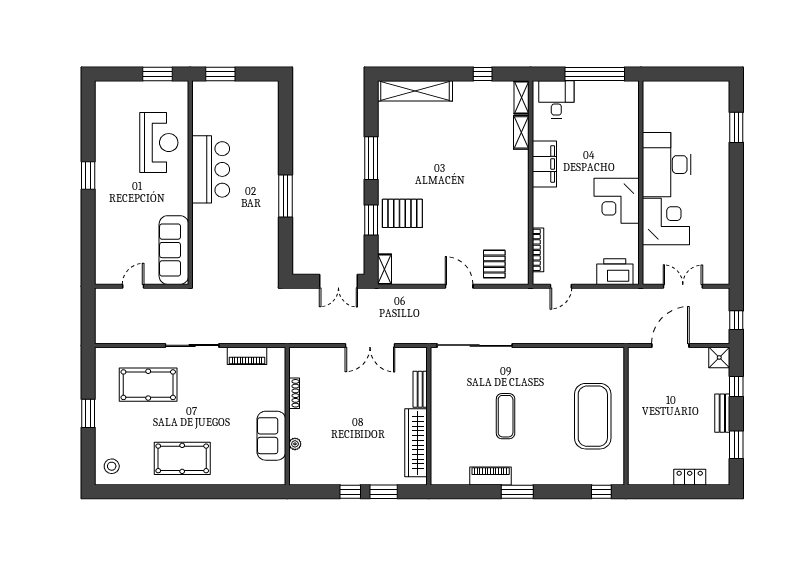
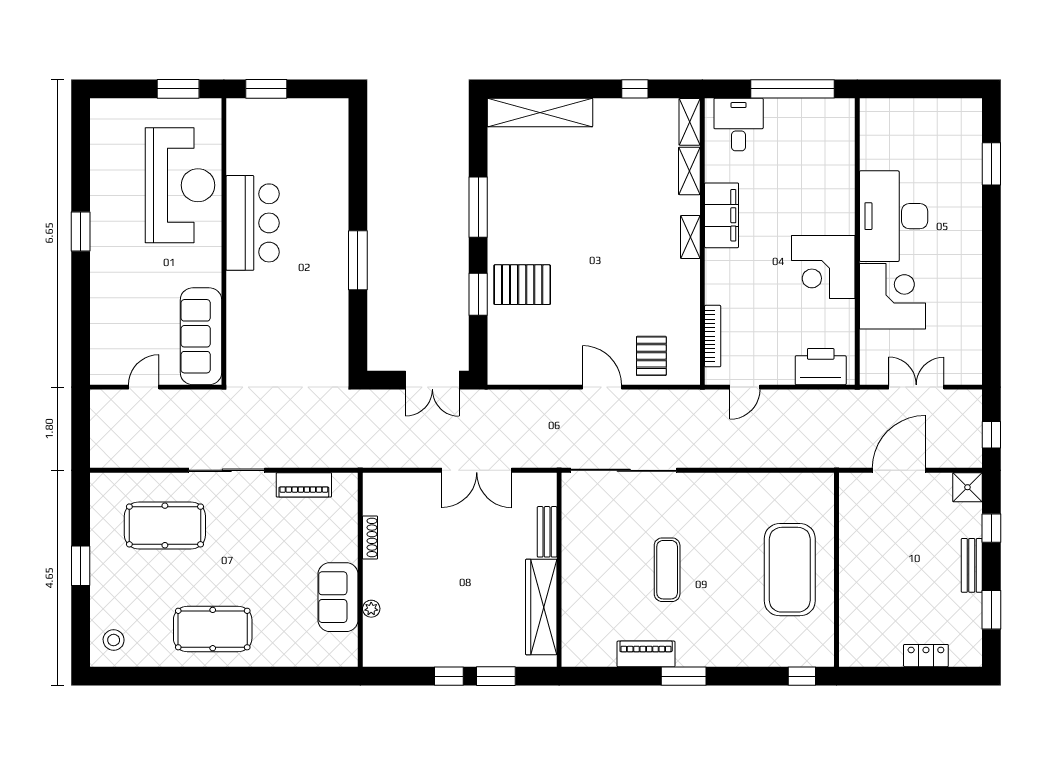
reception desk: (159, 143) -> (180, 185), width x1.36, depth x1.30
shelving: (385, 269) -> (690, 237), moved

